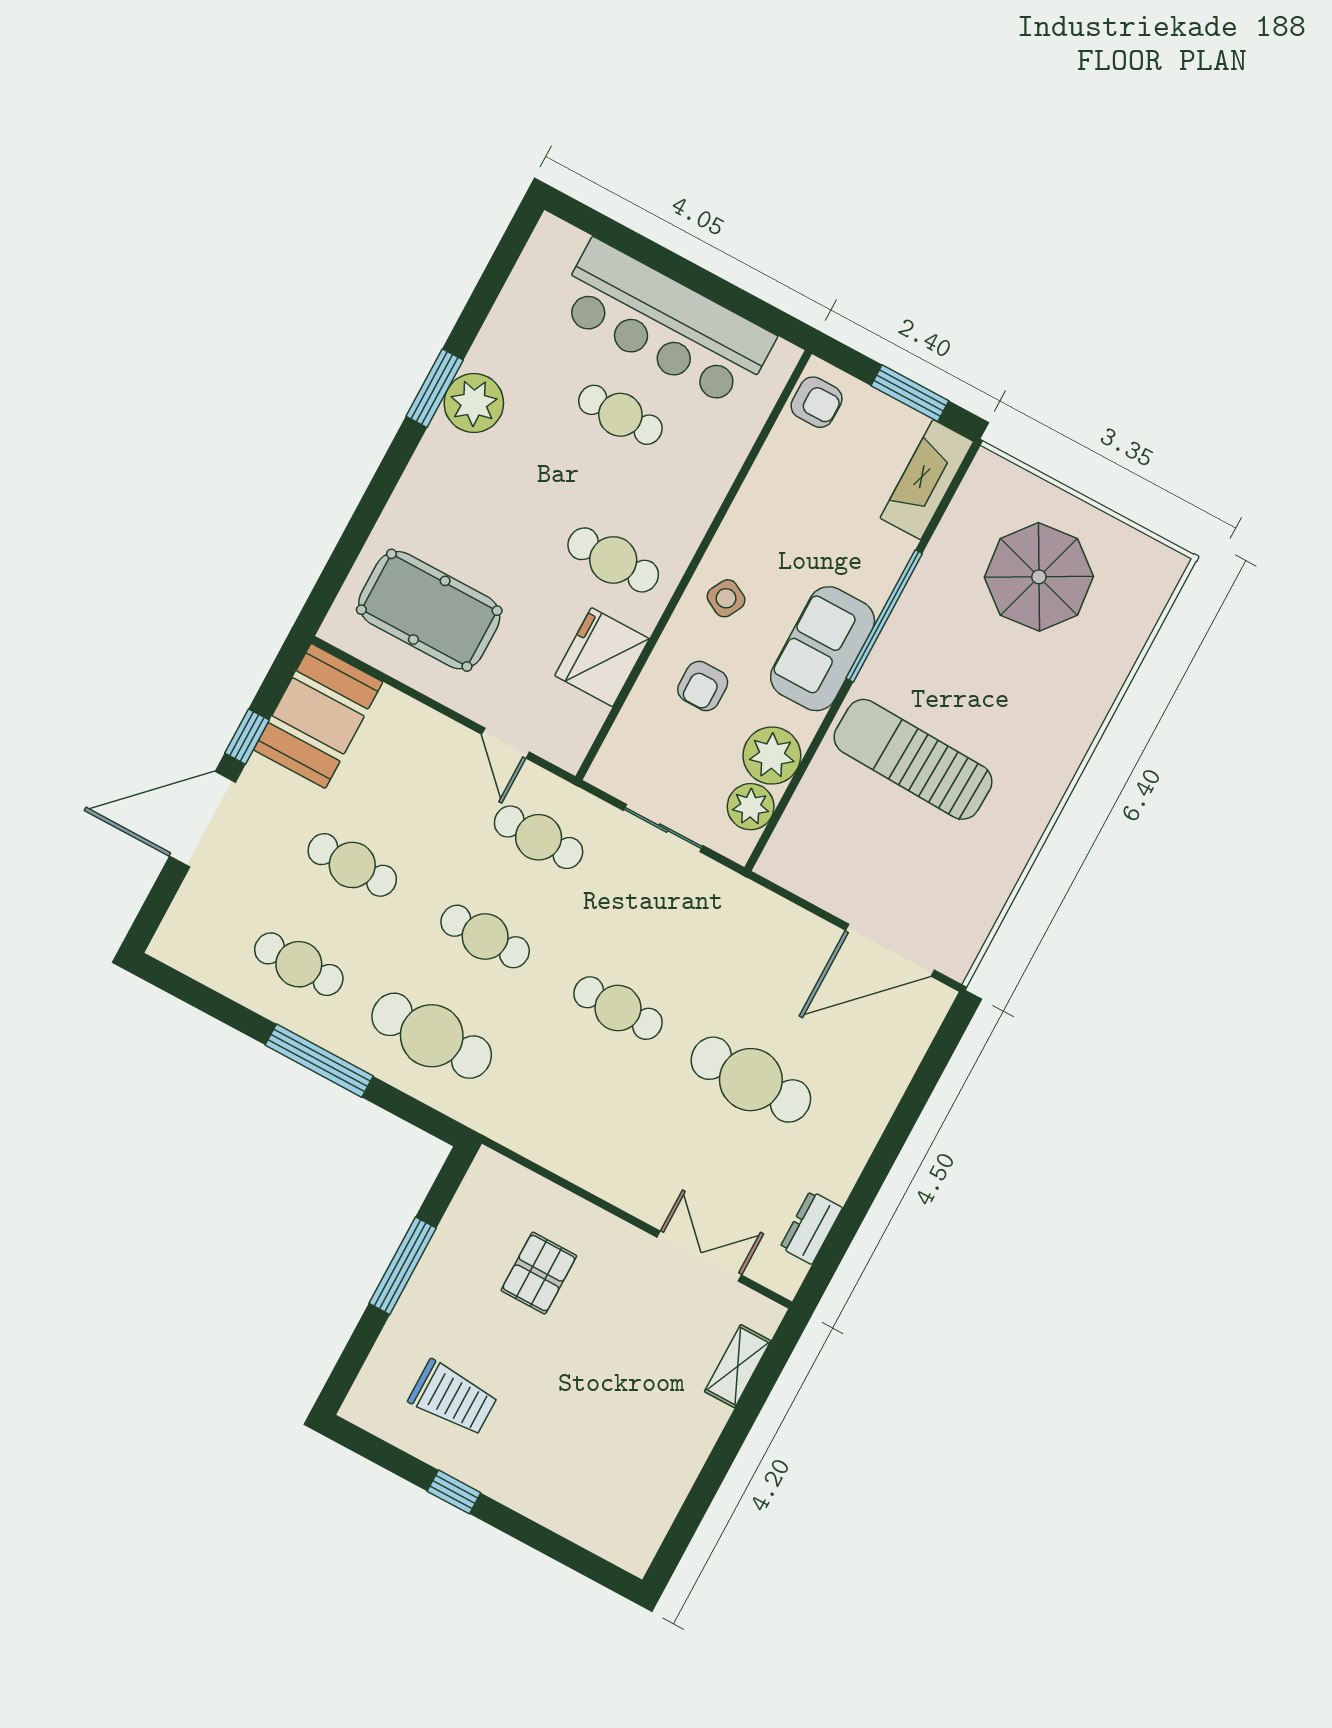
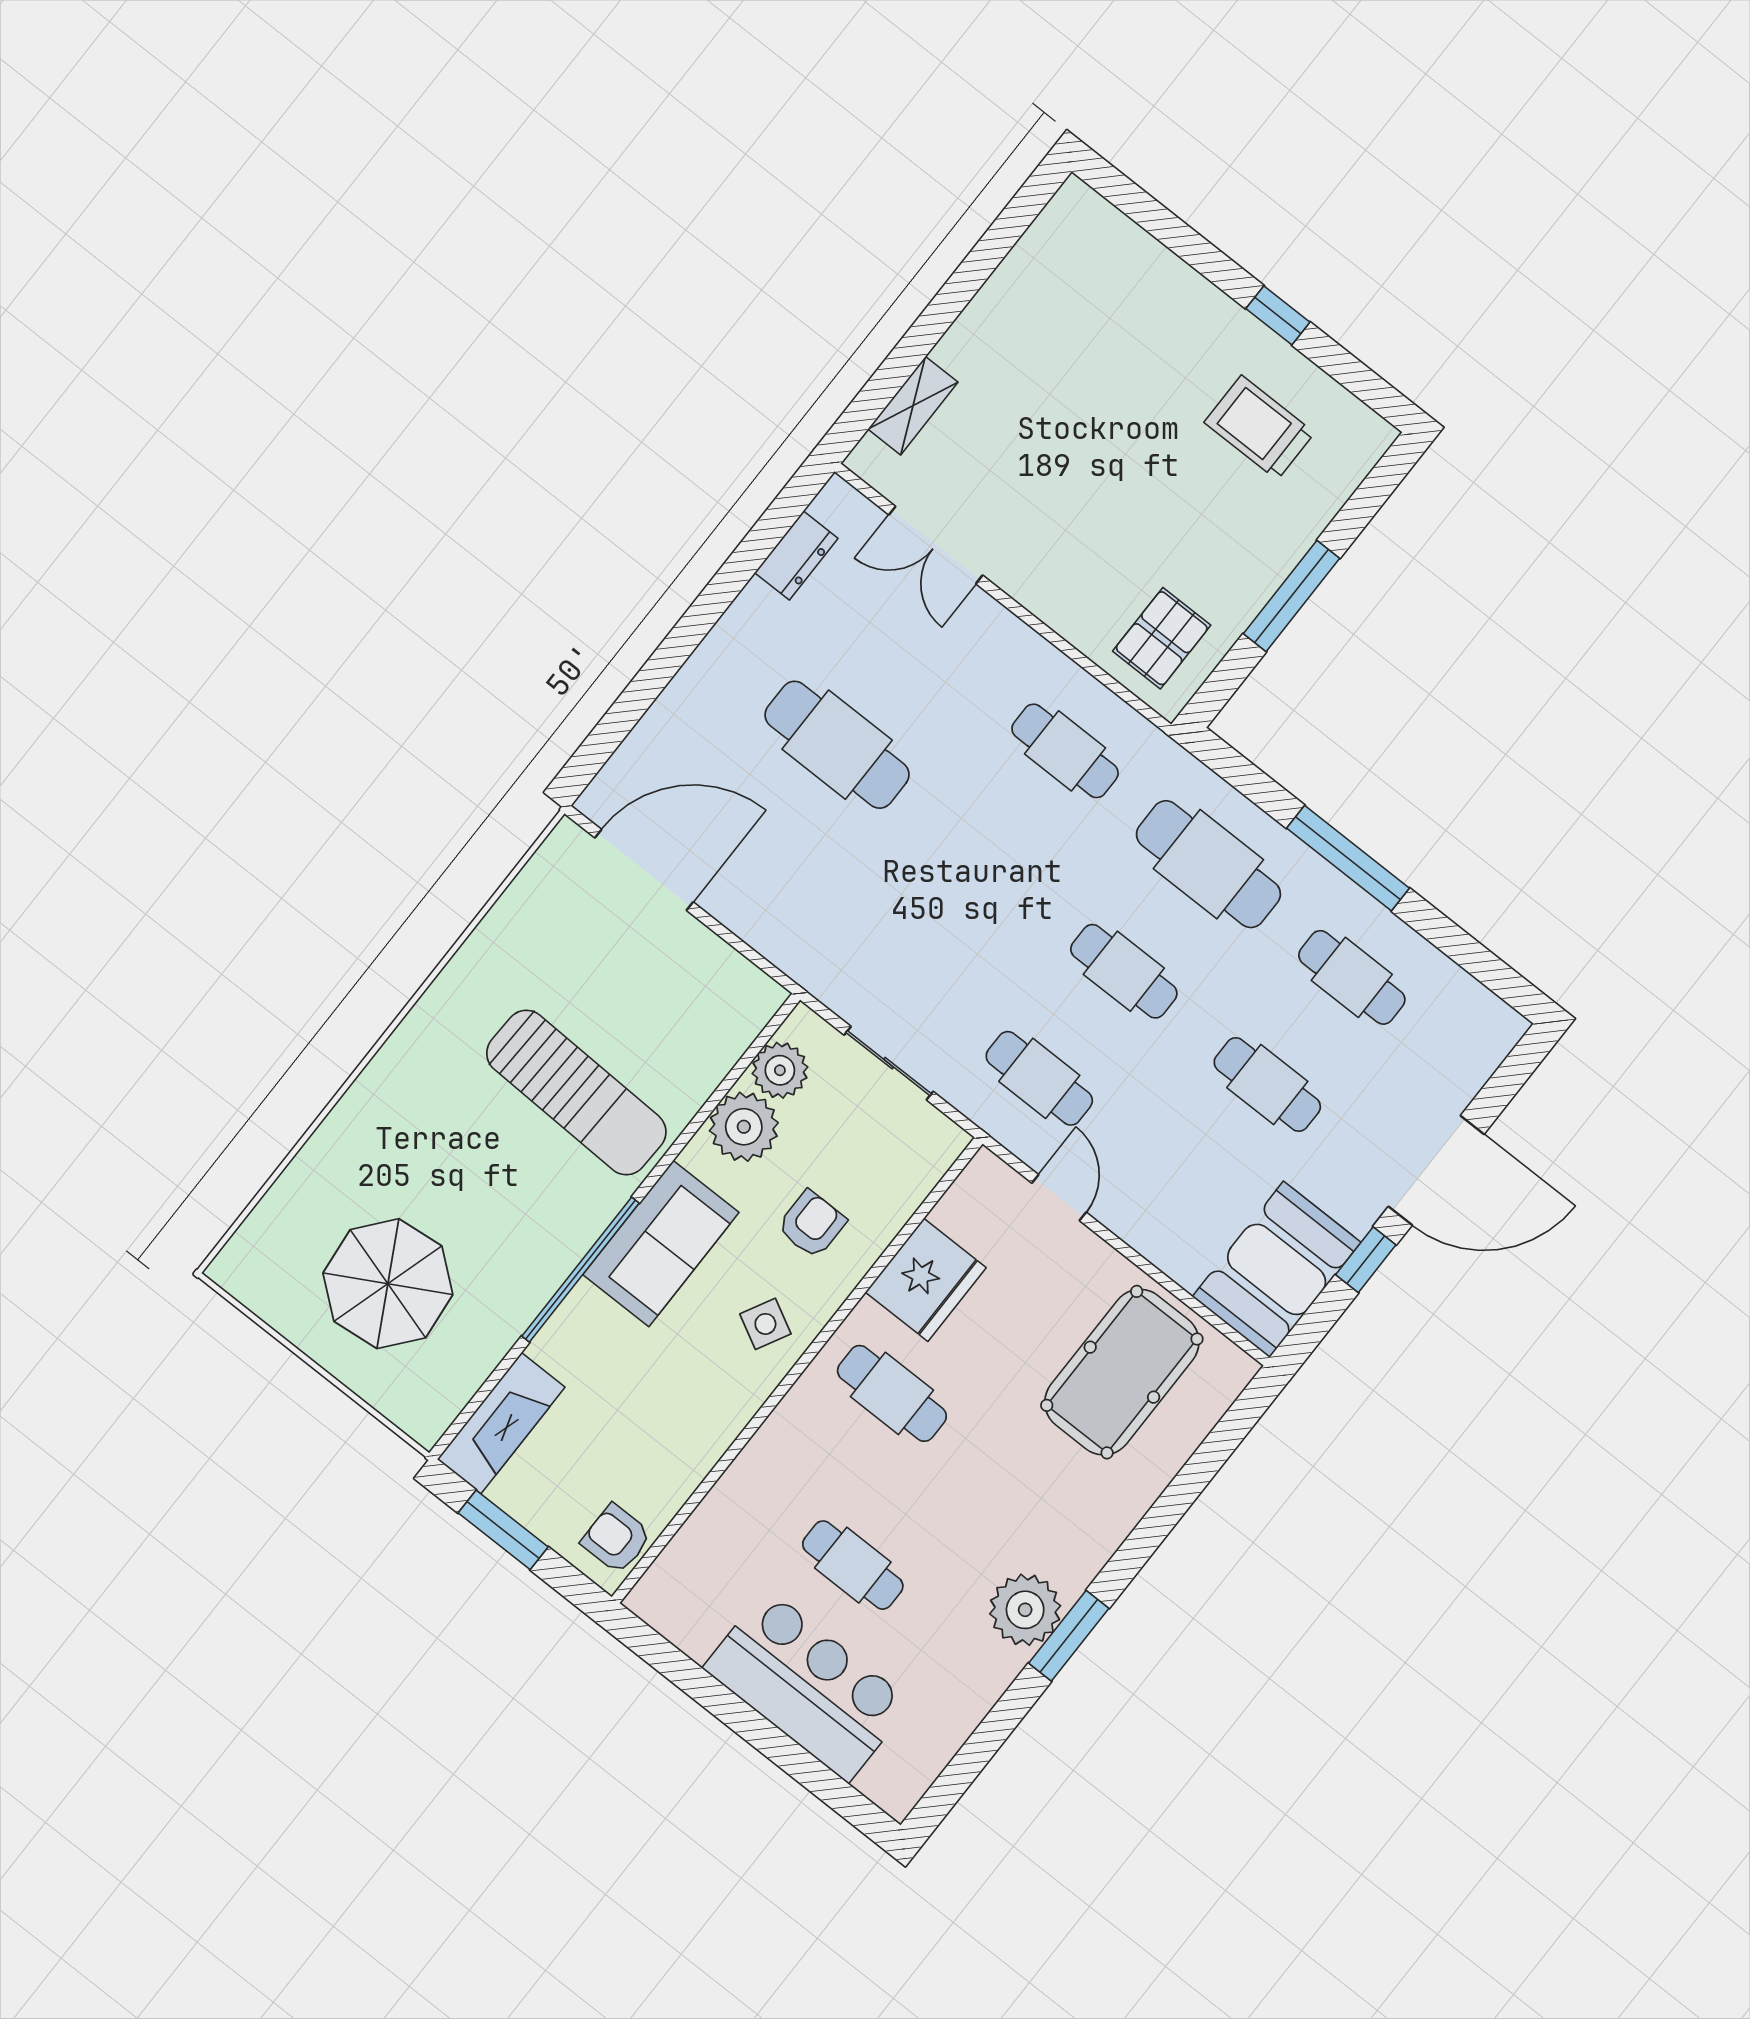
bar counter: (665, 324) -> (807, 1685), width x0.73
pool table: (429, 610) -> (1122, 1372), turned 90
cafe table: (618, 1008) -> (1065, 751), moved
pallet: (539, 1273) -> (1162, 638), moved

